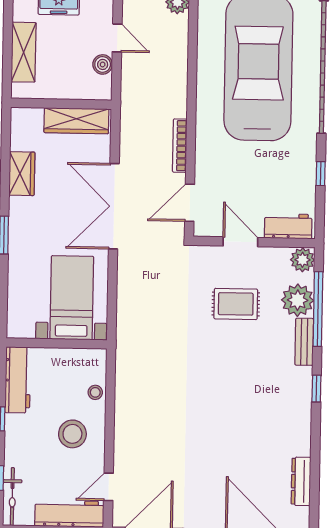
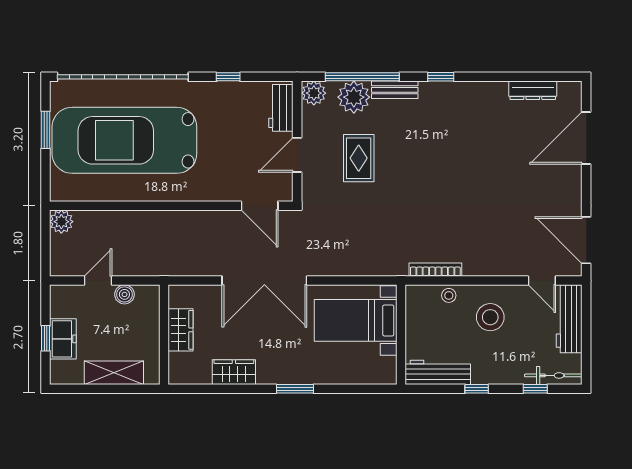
wardrobe: (76, 121) -> (181, 330), width x0.67
bookcase: (180, 146) -> (435, 270), moved, turned 180

